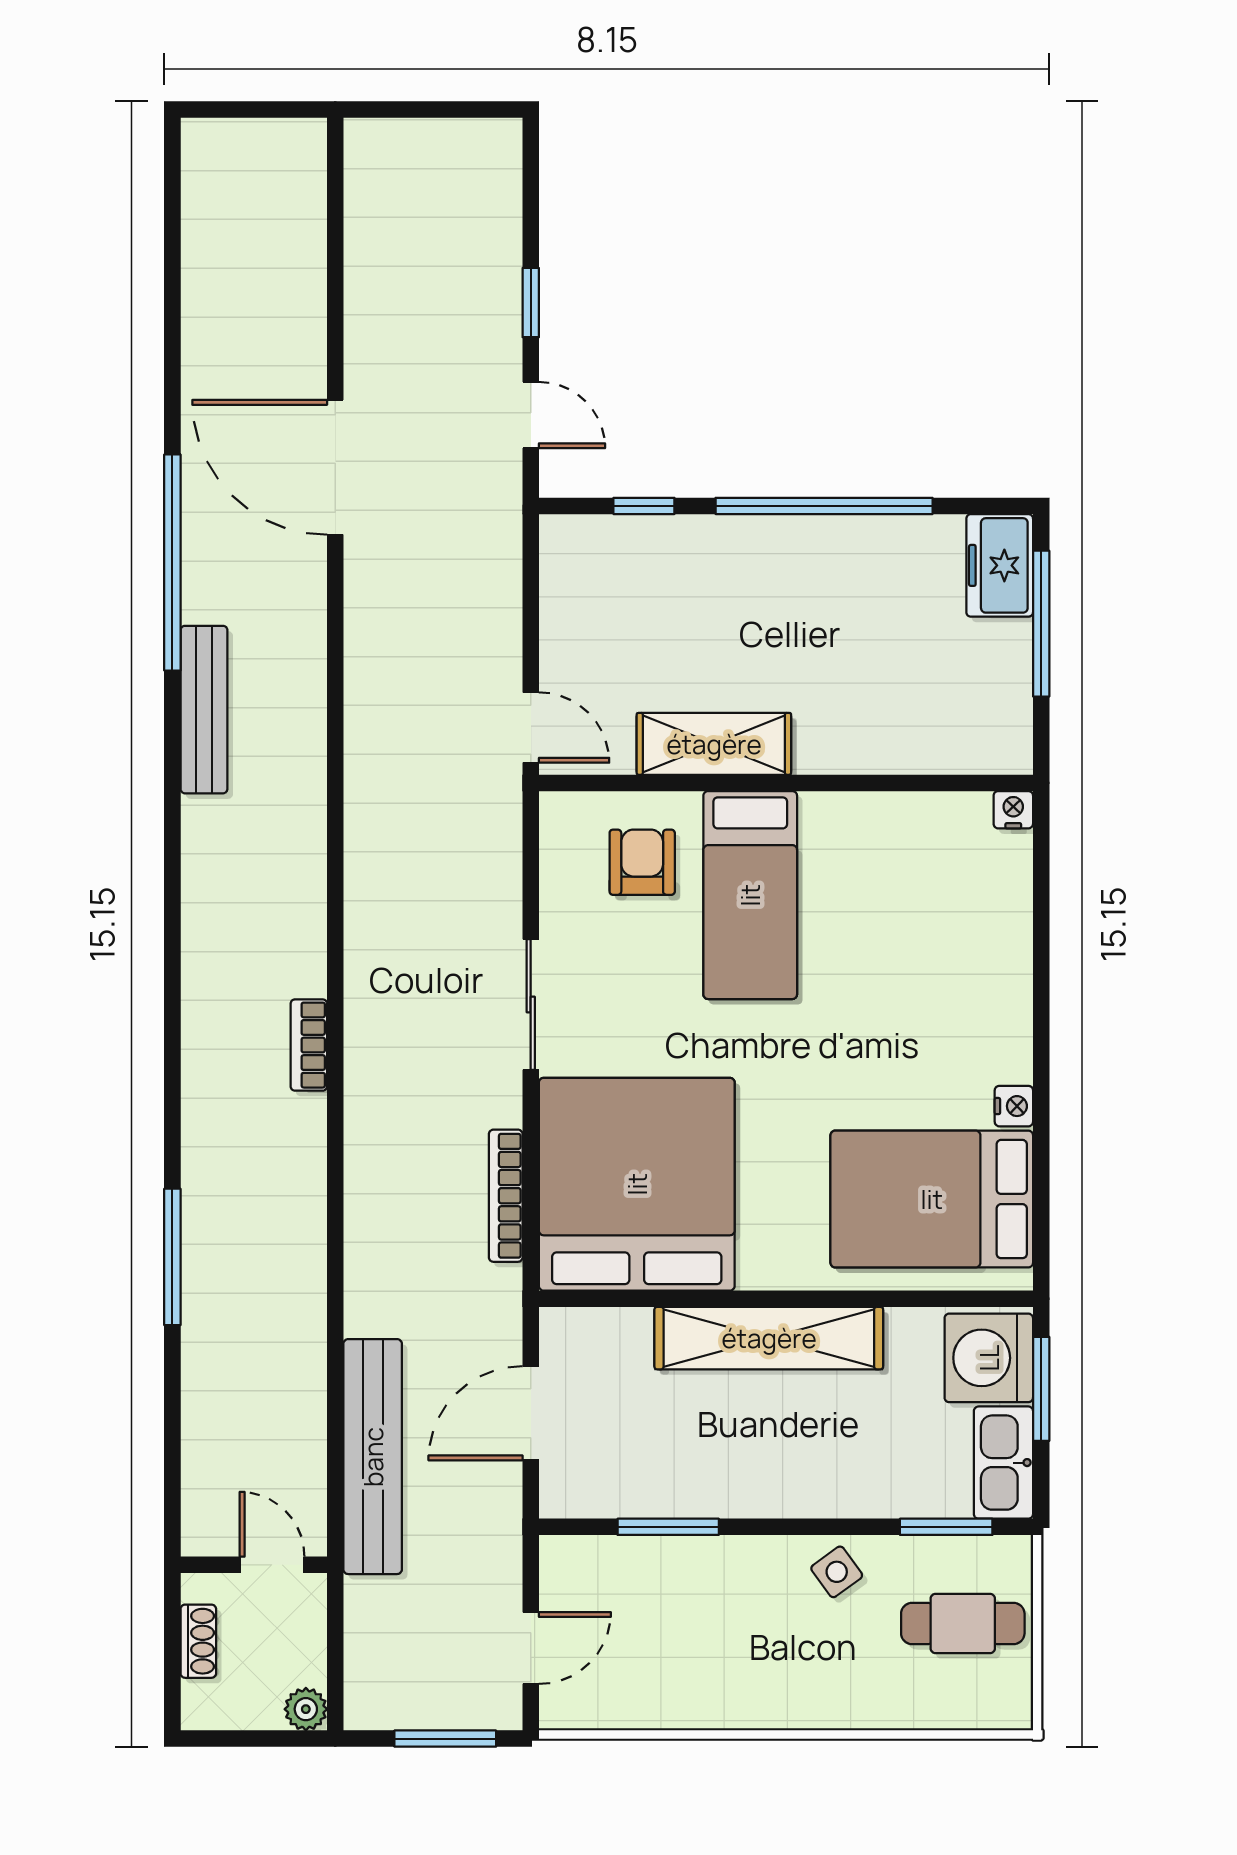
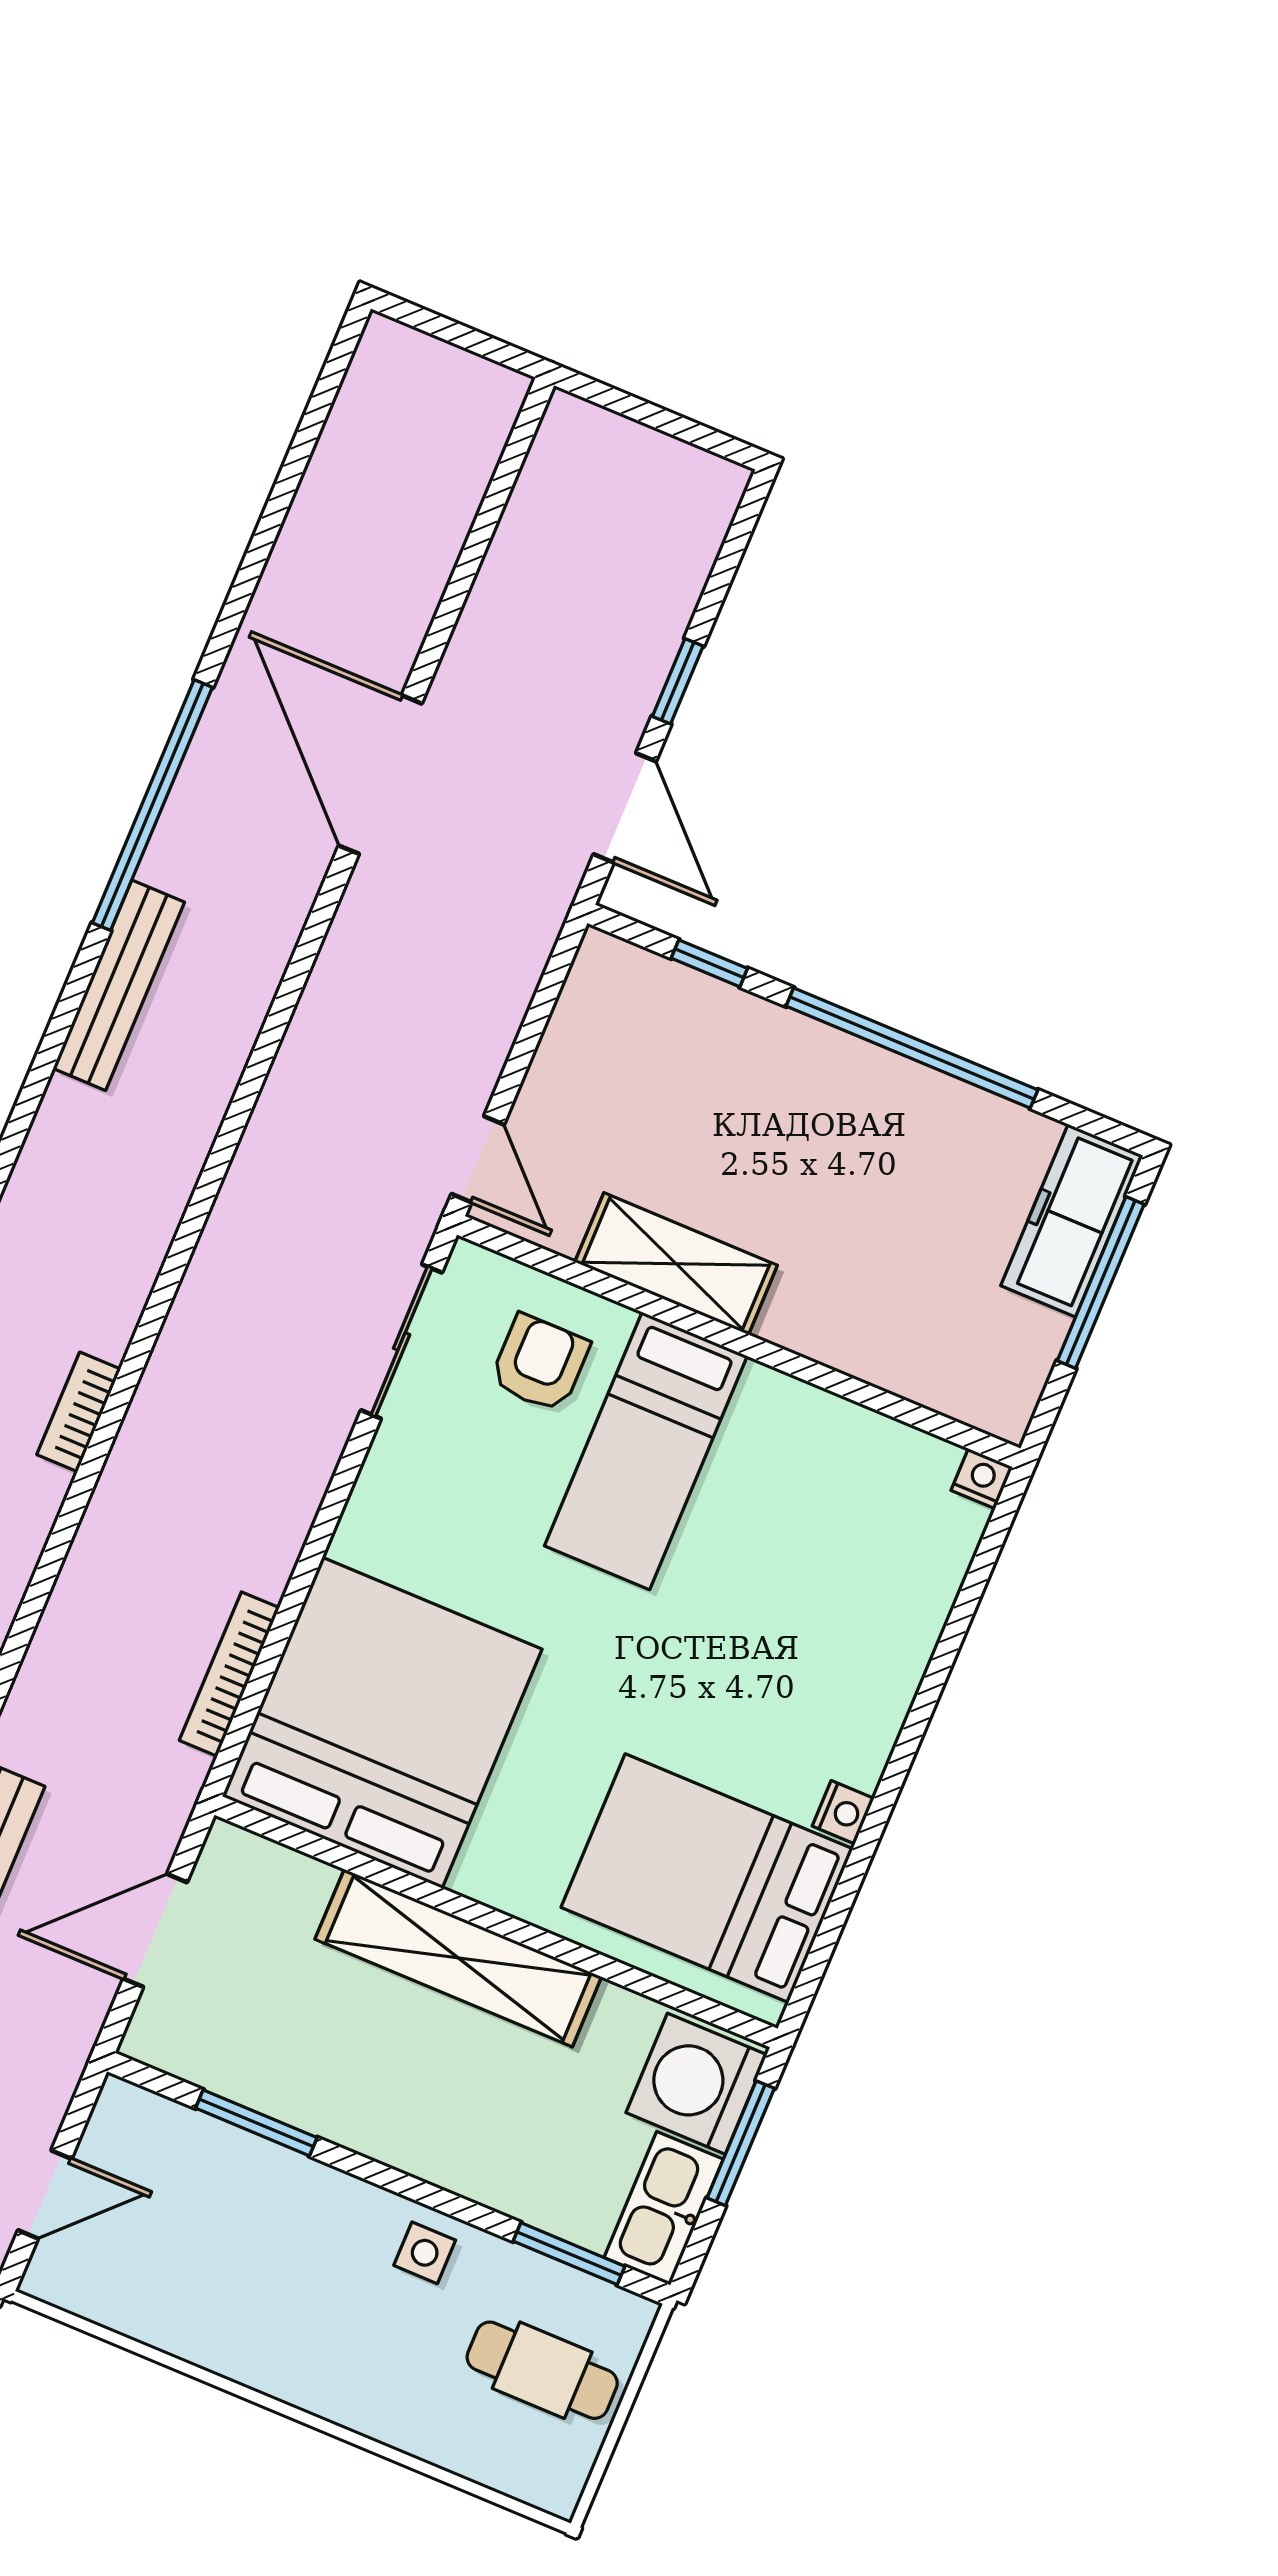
door: (531, 415) -> (625, 808), width x1.38
freezer: (1000, 565) -> (1072, 1221), width x1.40
sliding door: (531, 1004) -> (402, 1341), moved
side table: (837, 1572) -> (425, 2253), turned 36

